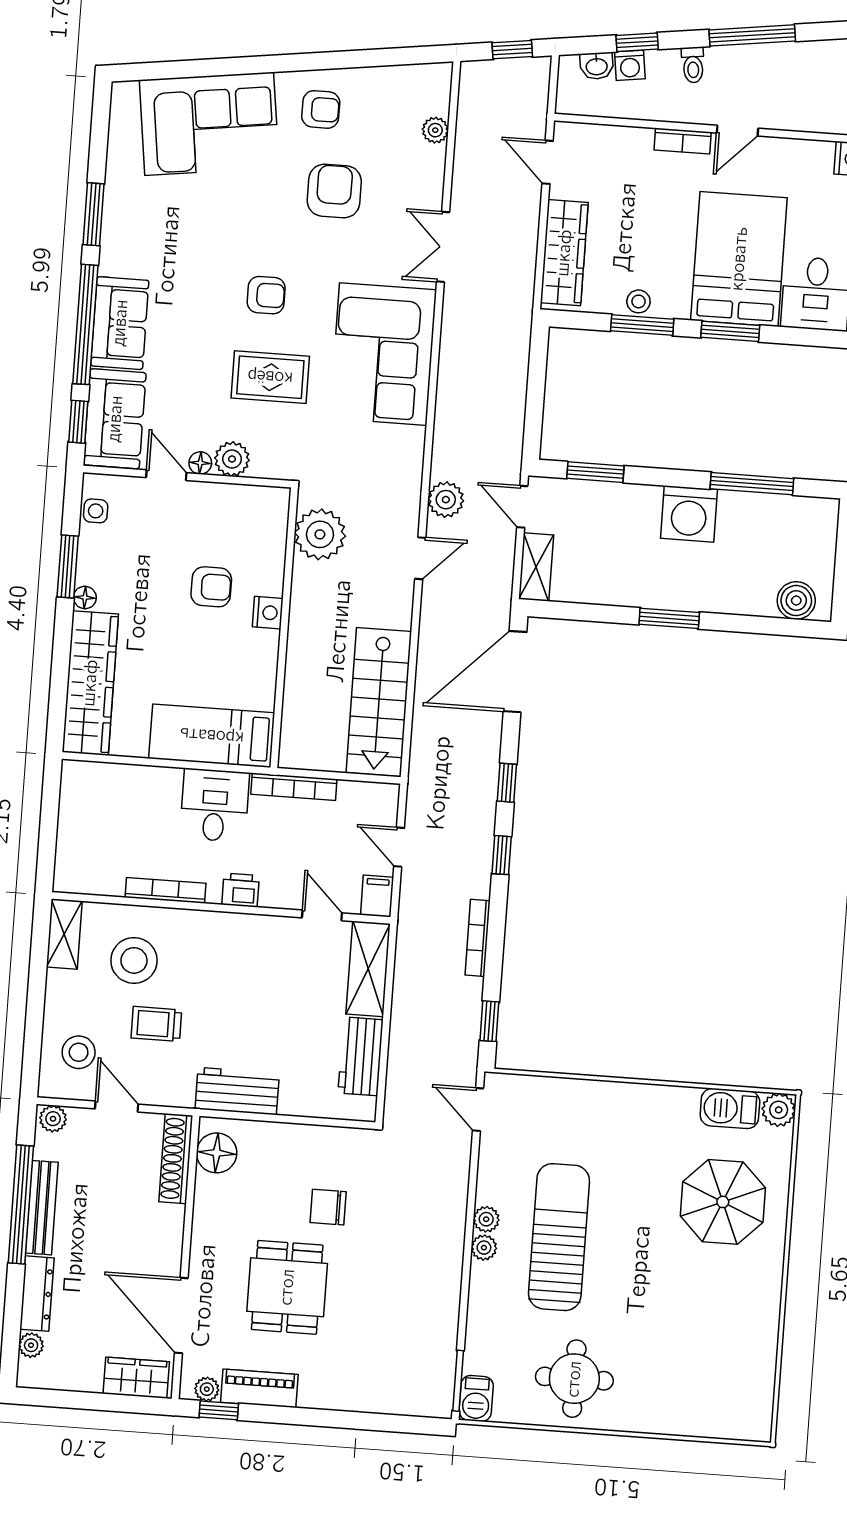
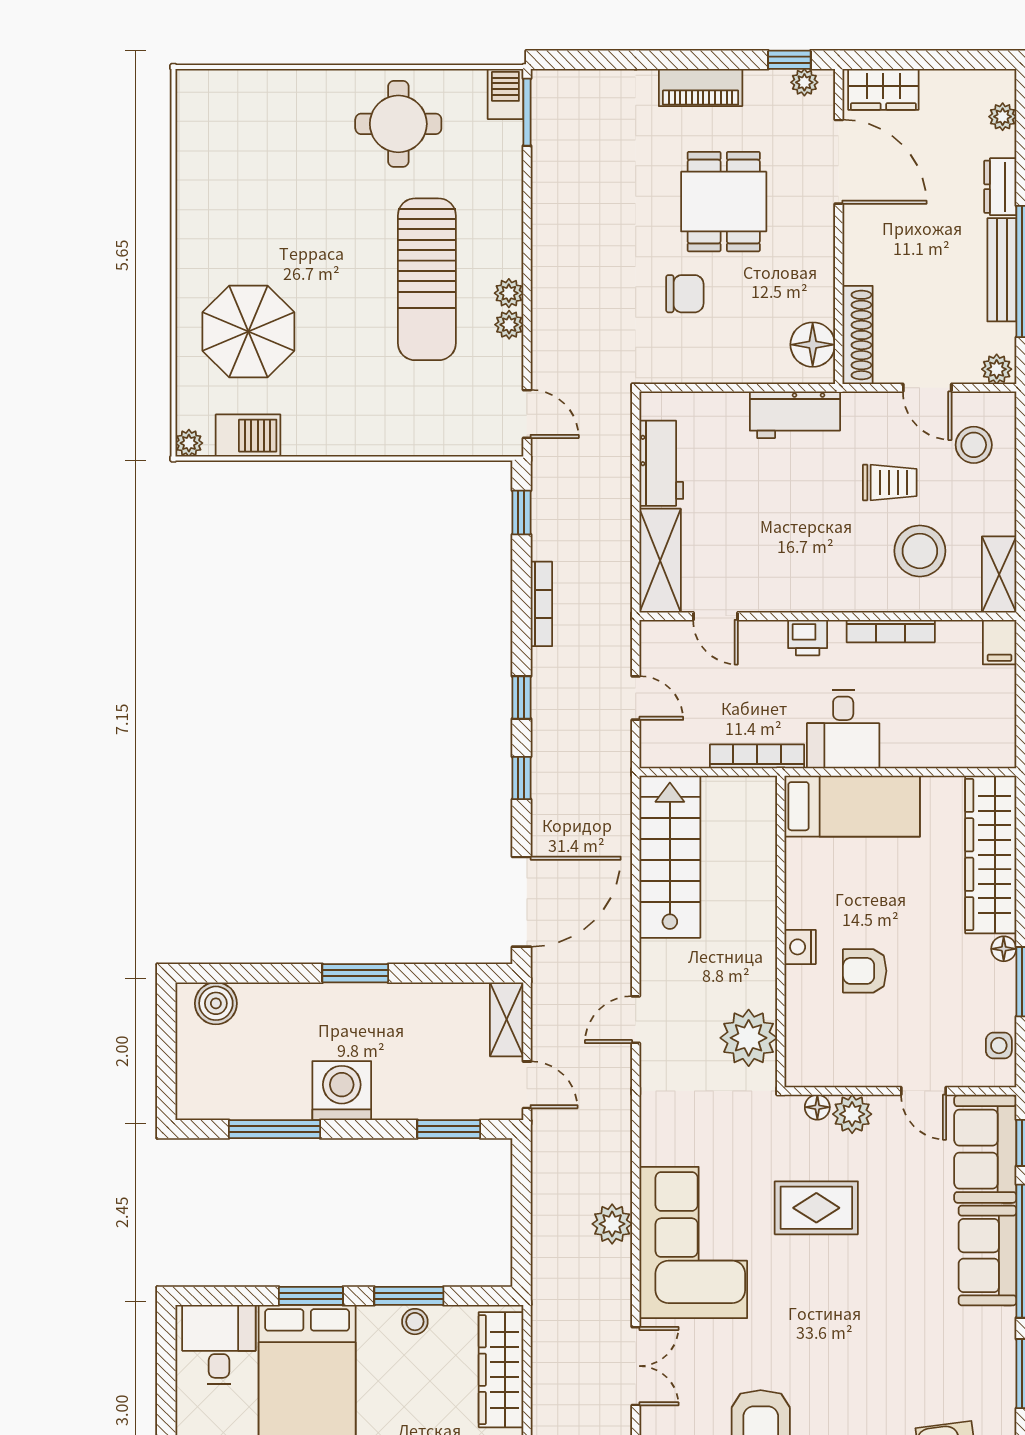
armchair: (266, 295) -> (828, 1298), removed
floor lamp: (200, 463) -> (817, 1107), moved
plant: (446, 500) -> (612, 1224), moved
filing cabinet: (377, 896) -> (1000, 642), moved
plant: (779, 1110) -> (189, 443), width x0.73, depth x0.73
plant: (484, 1248) -> (509, 325), moved
dresser: (37, 1294) -> (1000, 187), width x0.70
piano: (259, 1388) -> (701, 87), moved

